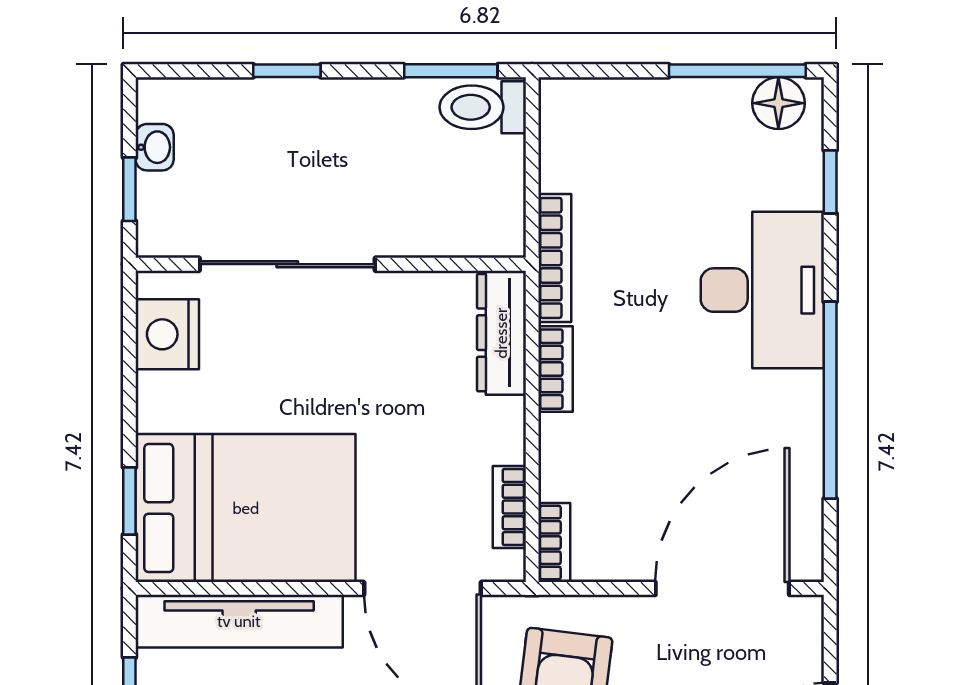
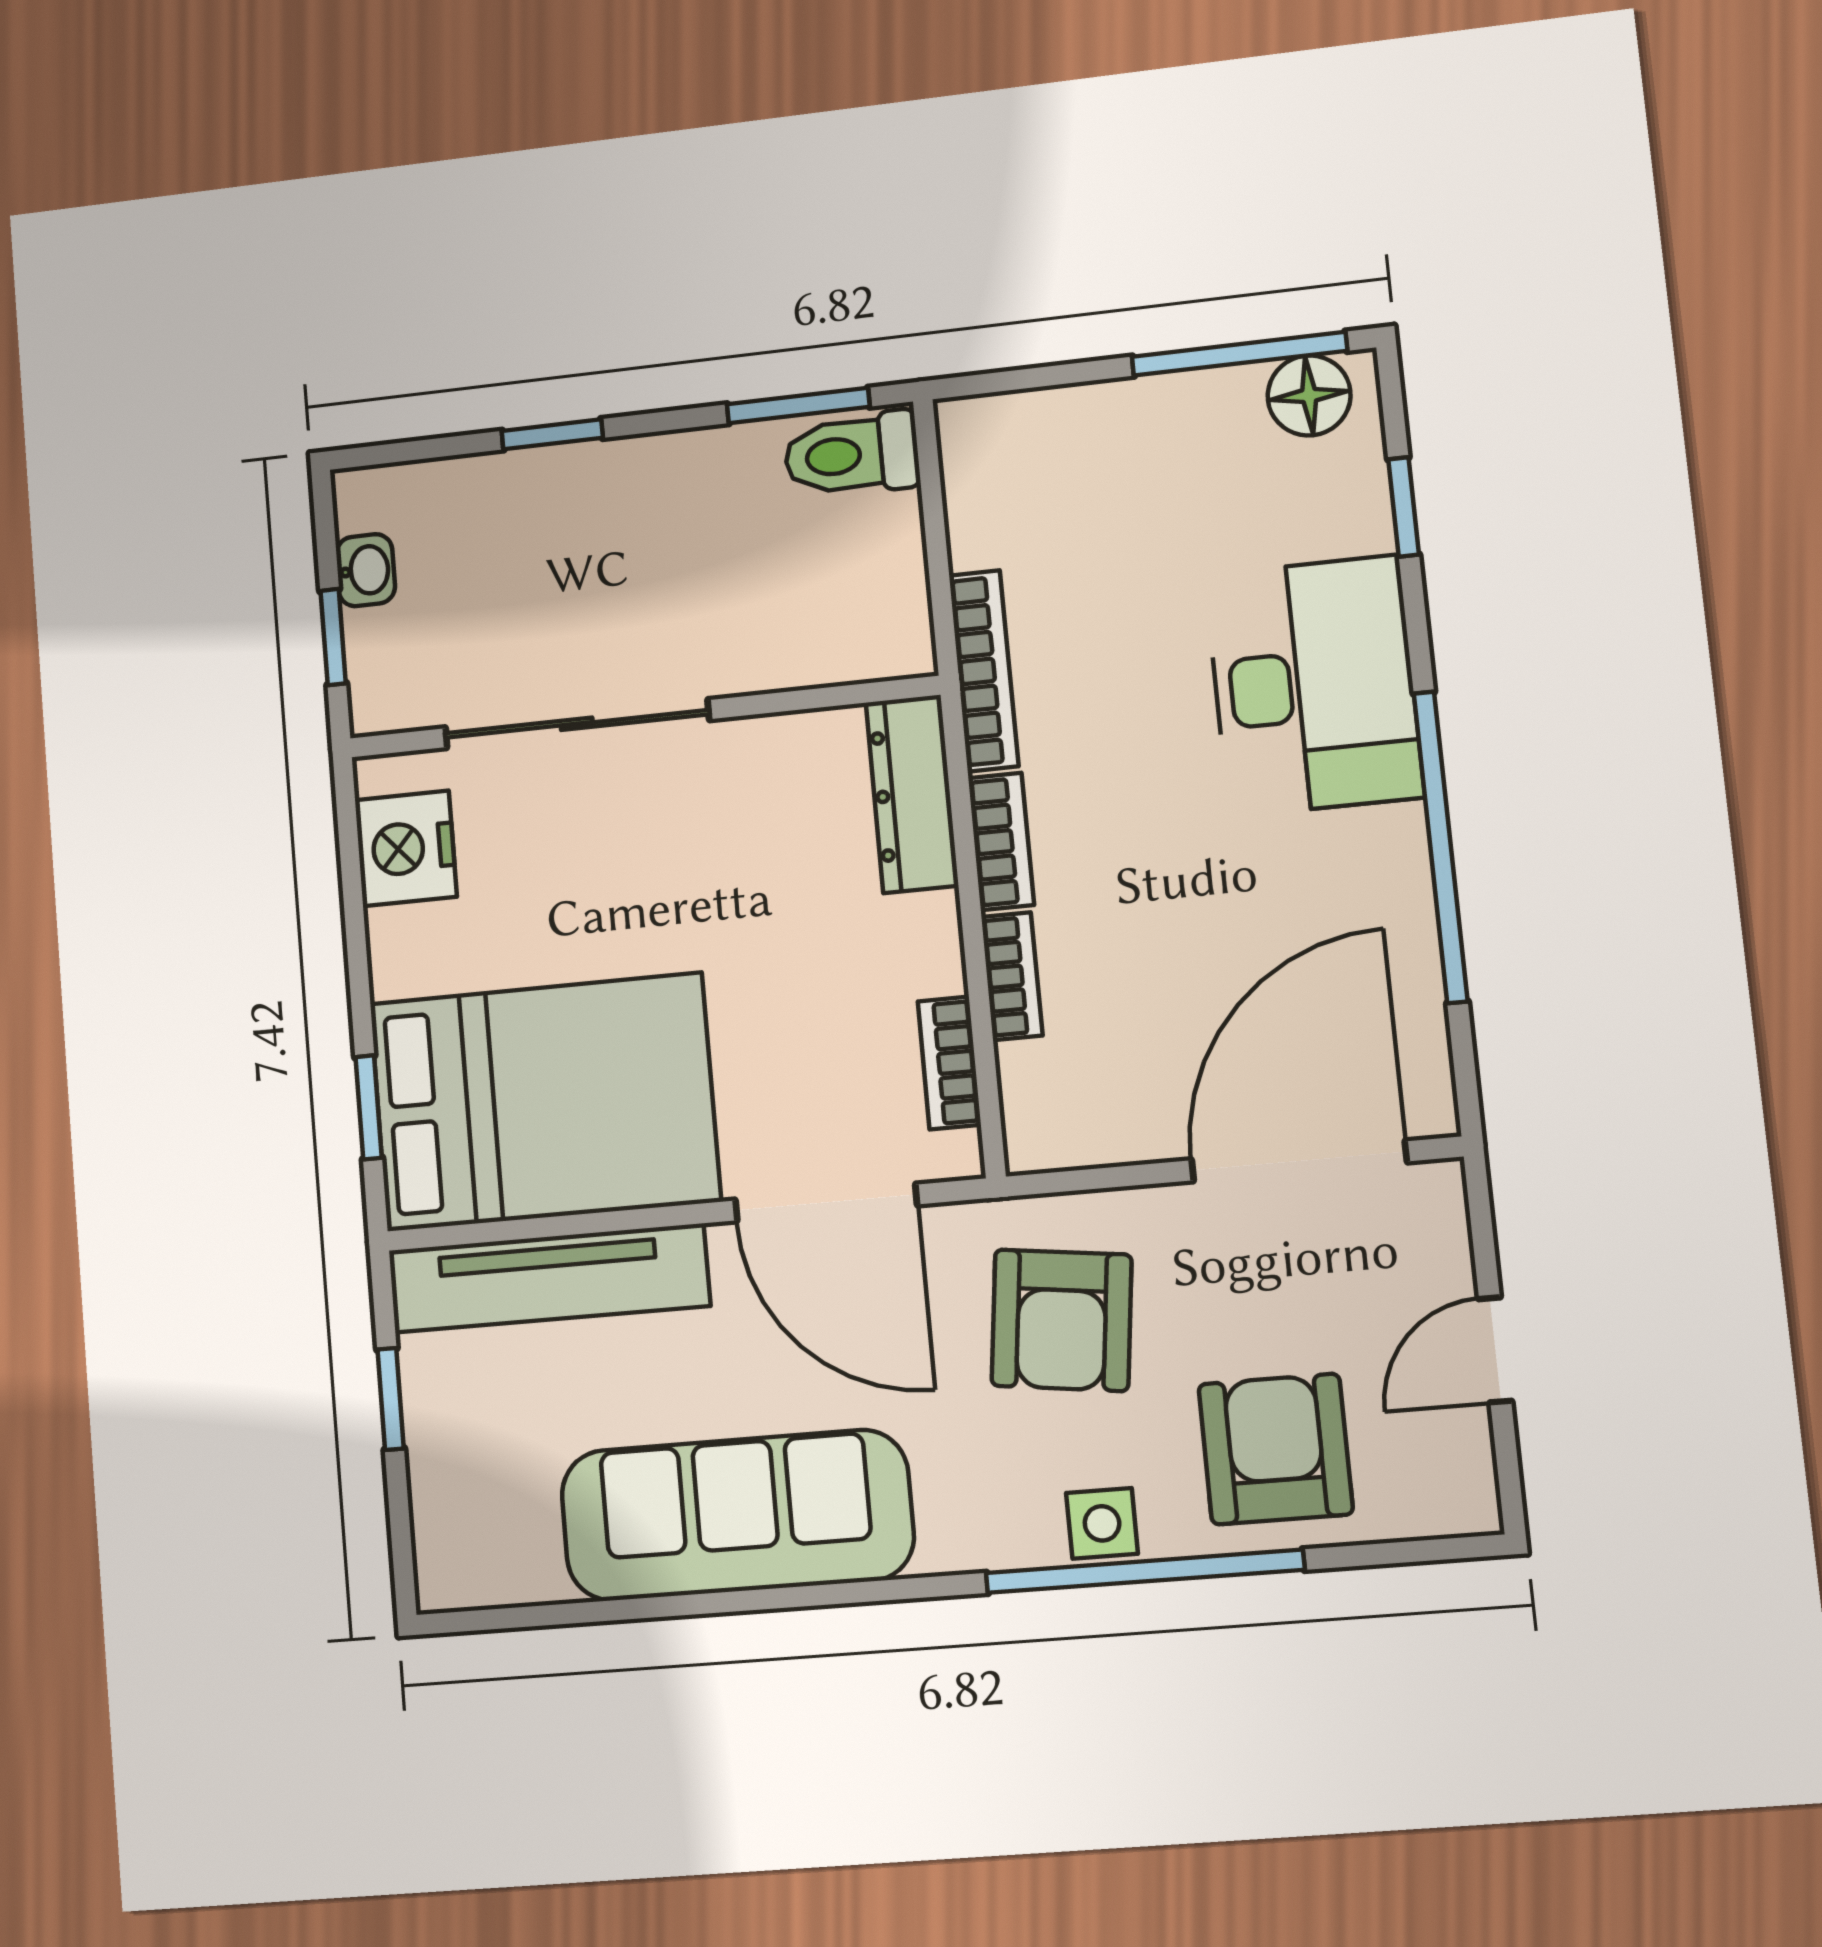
bookcase: (554, 543) -> (1012, 976), moved

